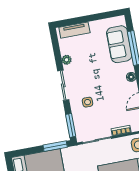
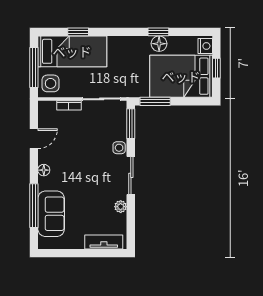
side table: (88, 102) -> (119, 148), moved

